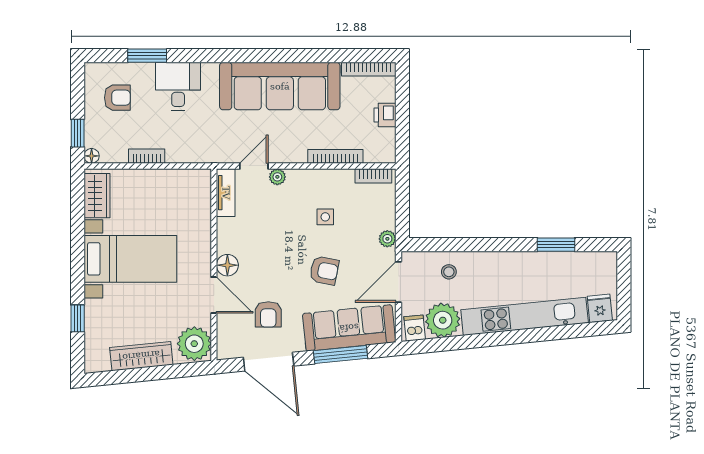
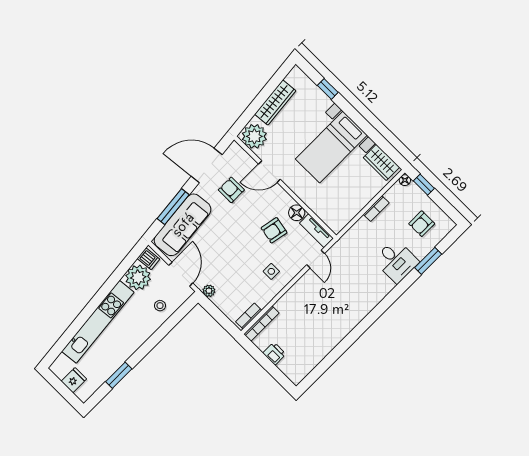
bookcase: (369, 69) -> (307, 369), removed
sofa: (280, 86) -> (344, 314), removed
bookcase: (335, 156) -> (261, 324), moved
plant: (277, 177) -> (298, 266), removed
side table: (325, 217) -> (271, 271), moved
floor lamp: (227, 265) -> (297, 213), moved
armchair: (324, 270) -> (274, 230), moved
fridge: (600, 308) -> (74, 380), moved, turned -84

